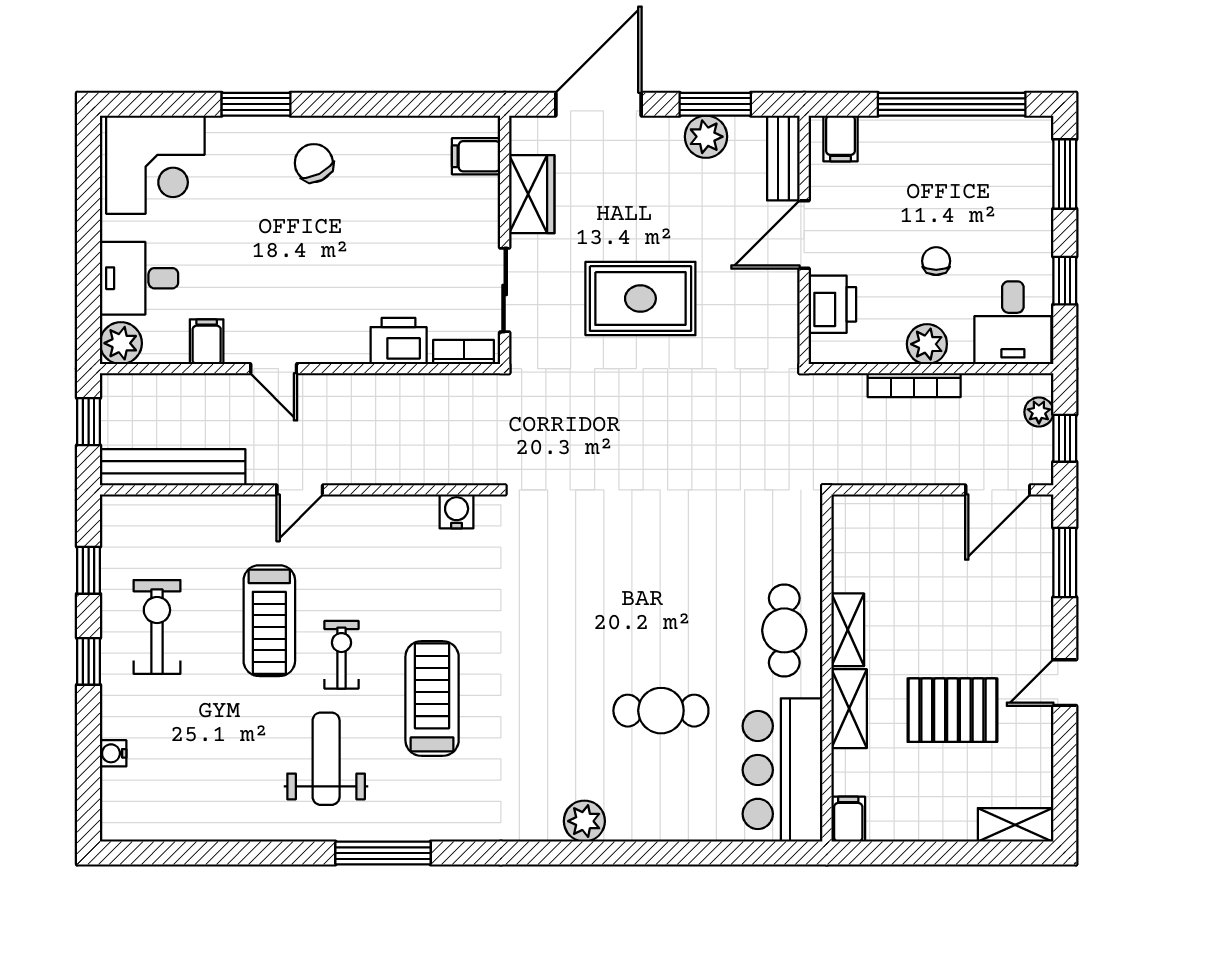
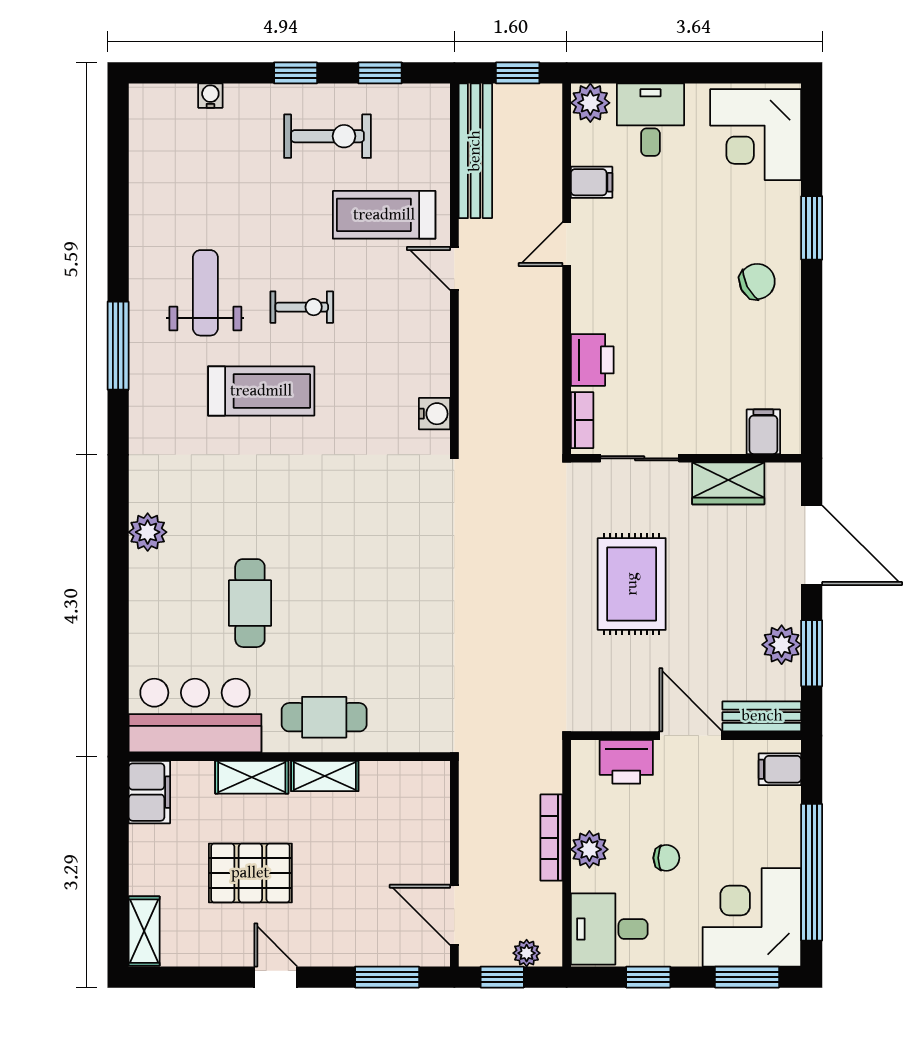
corner desk: (1000, 169) -> (752, 917), added
treadmill: (269, 621) -> (384, 215), moved
pallet: (952, 710) -> (250, 873), turned 90
weight bench: (326, 759) -> (205, 293), turned -90
filing cabinet: (848, 819) -> (149, 792), width x2.00

